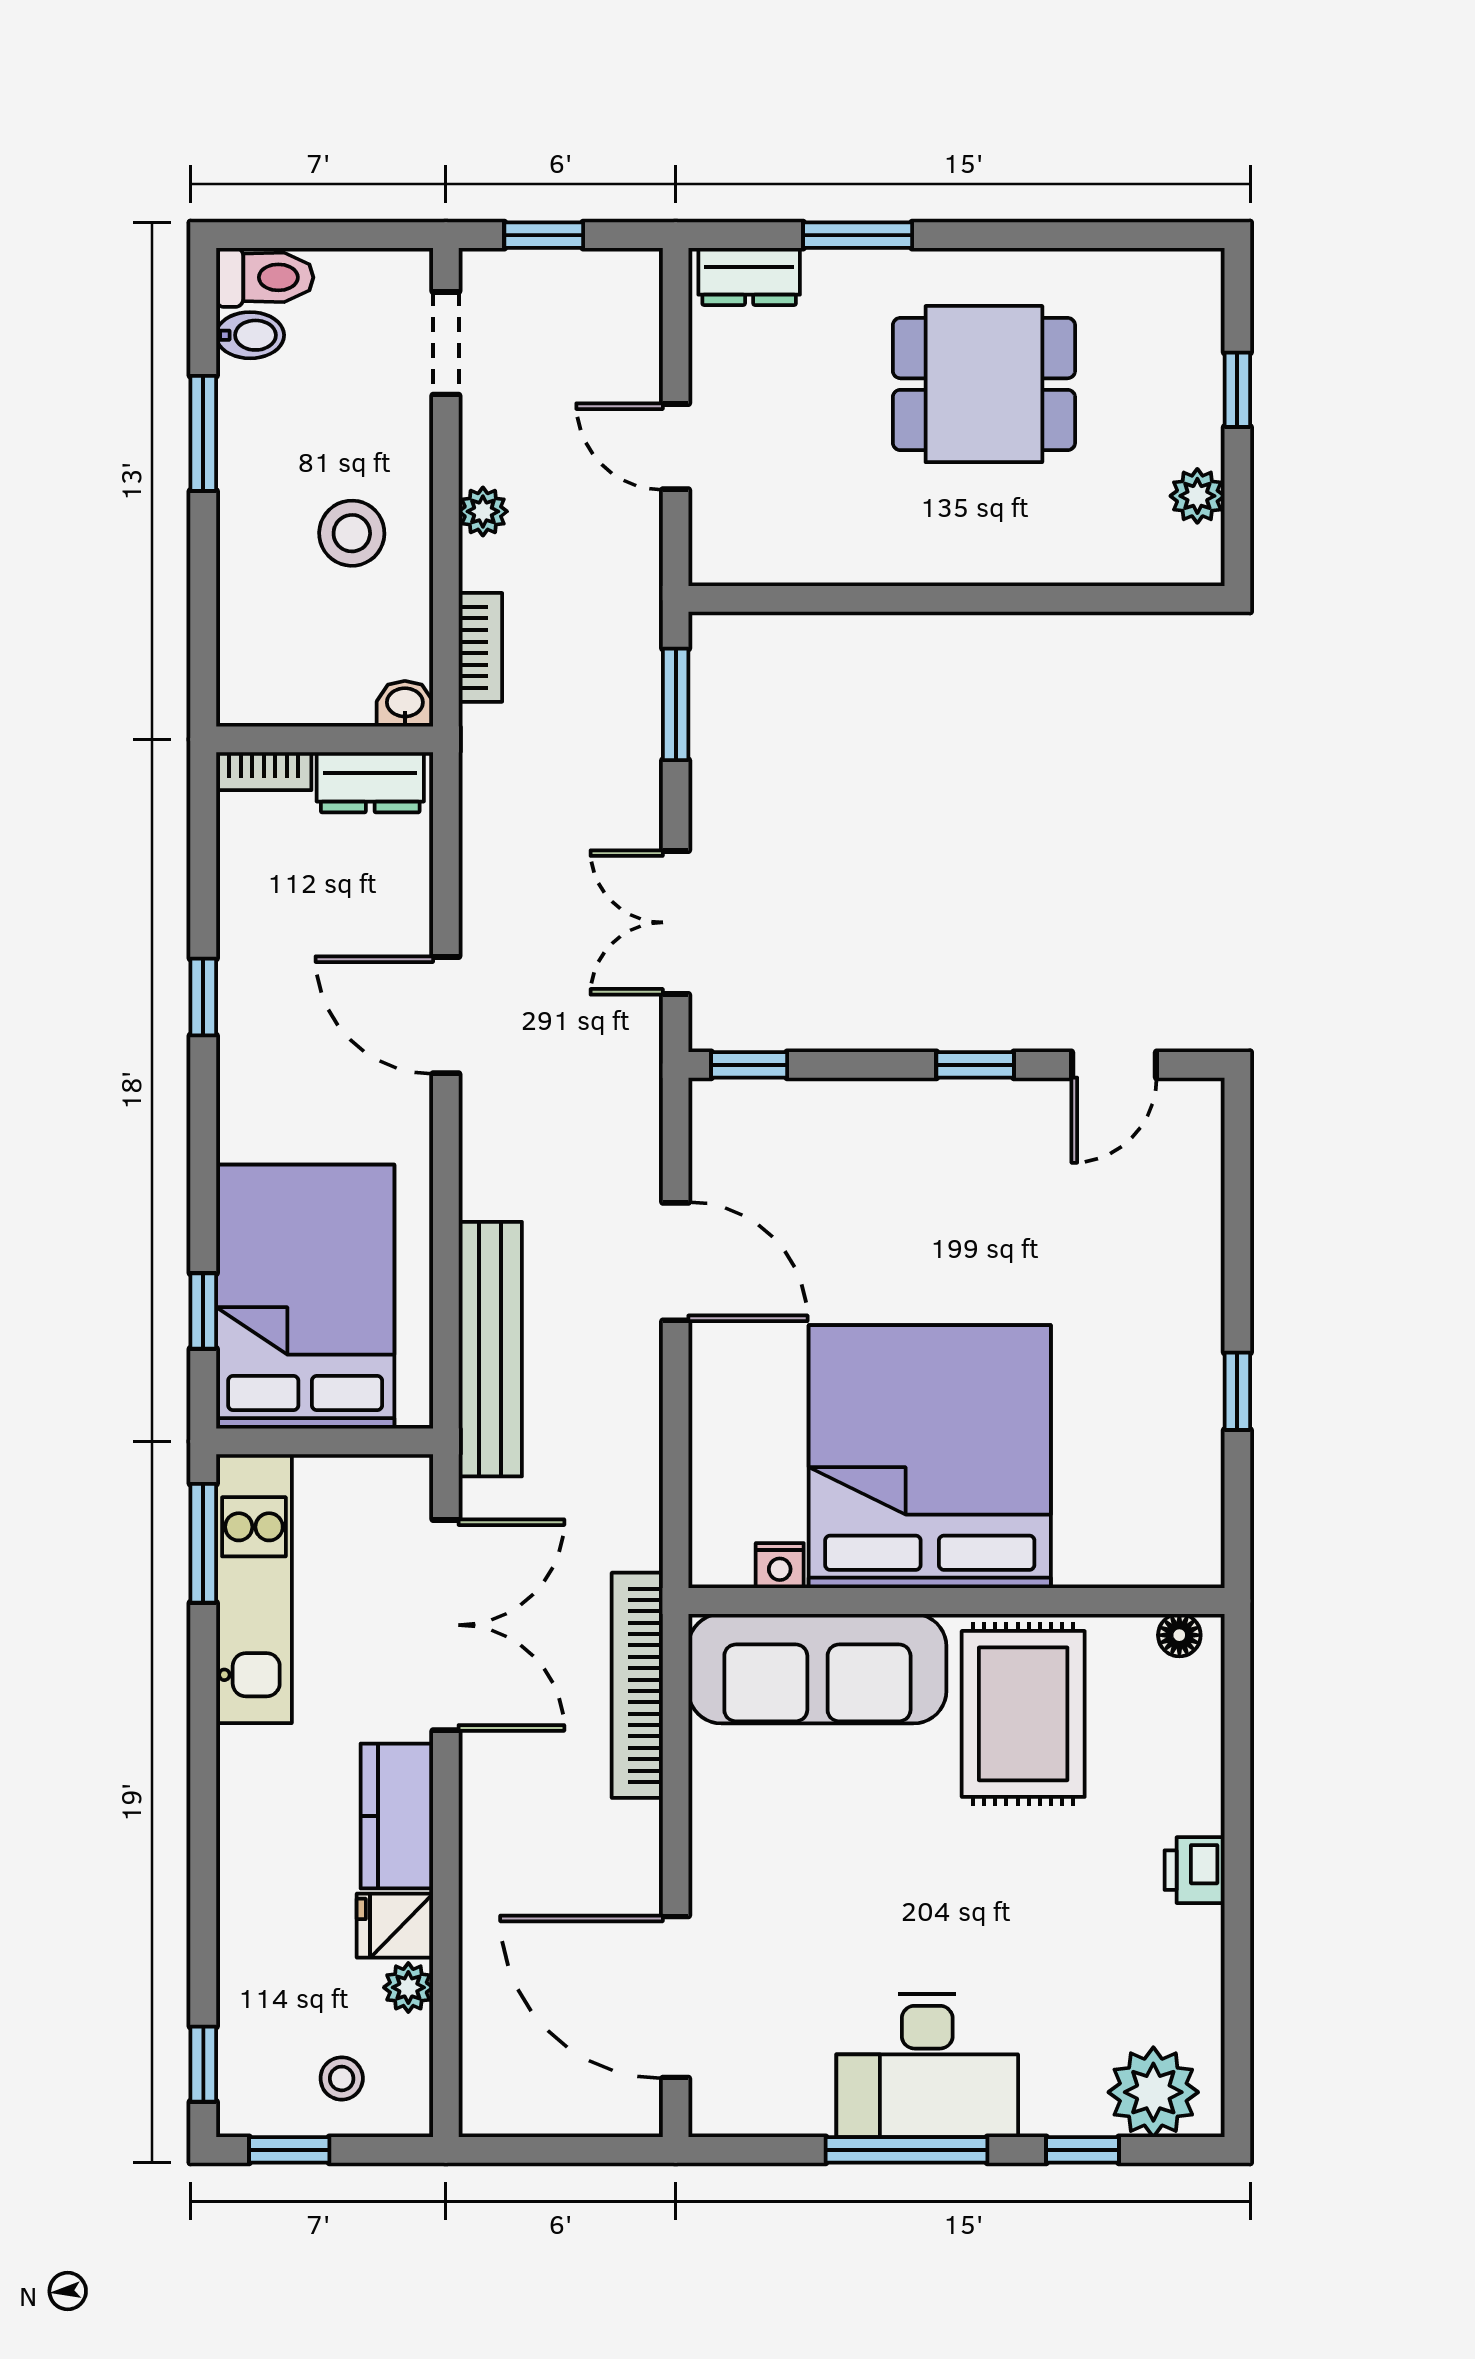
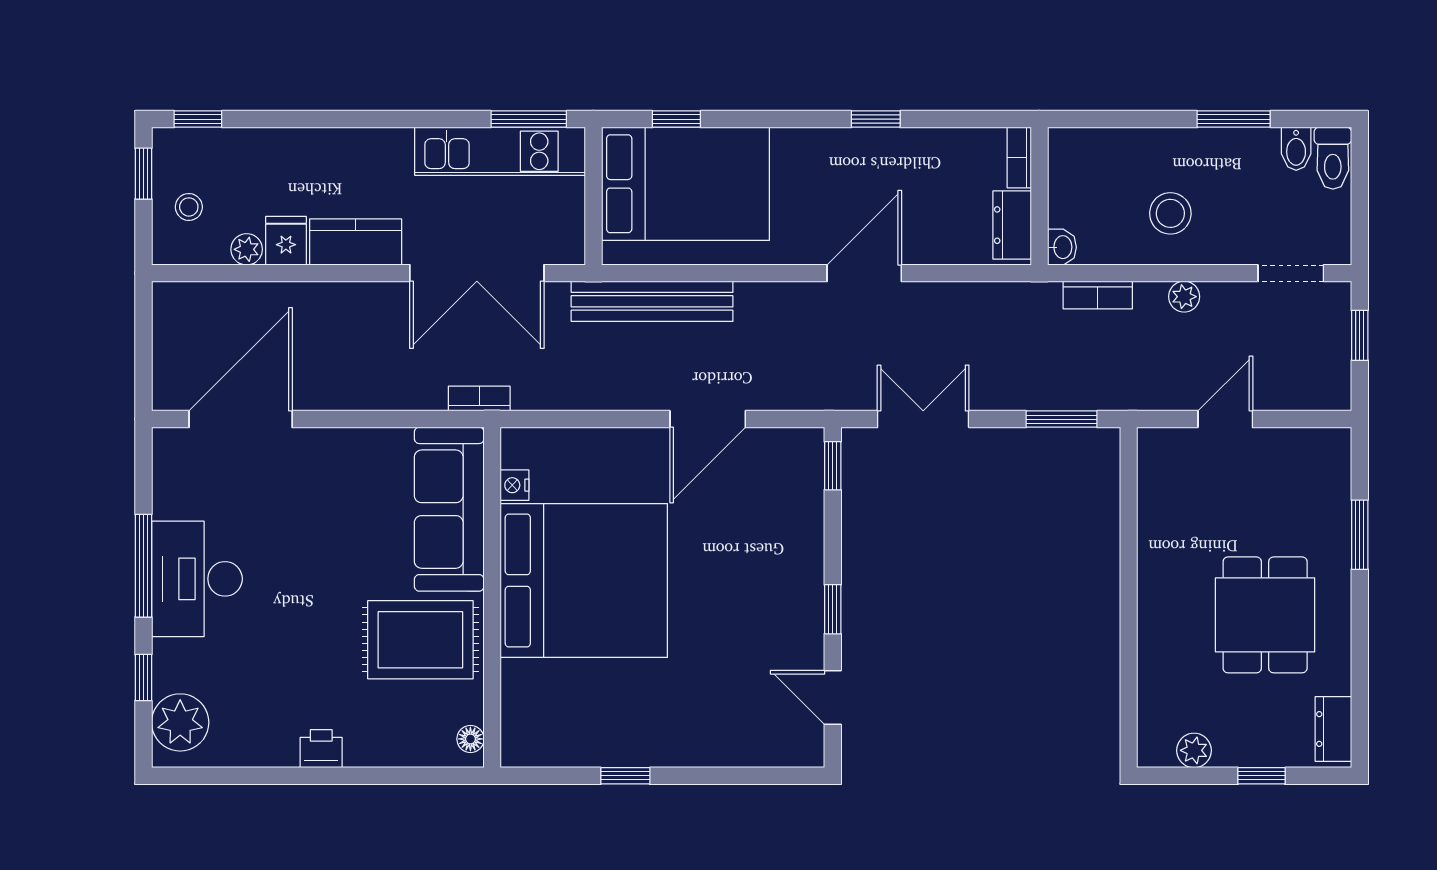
dresser: (749, 276) -> (1333, 729), moved
bookcase: (637, 1685) -> (479, 399), width x0.43, depth x0.76

